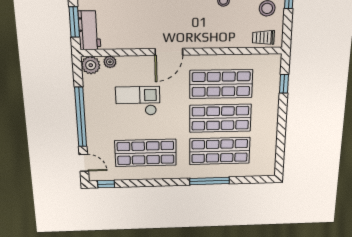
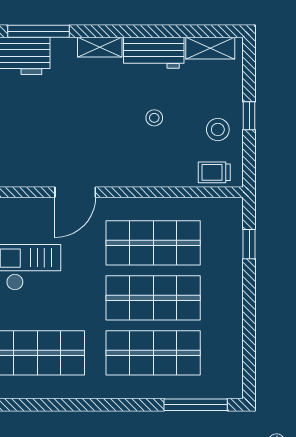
window: (209, 181) -> (196, 405), moved

